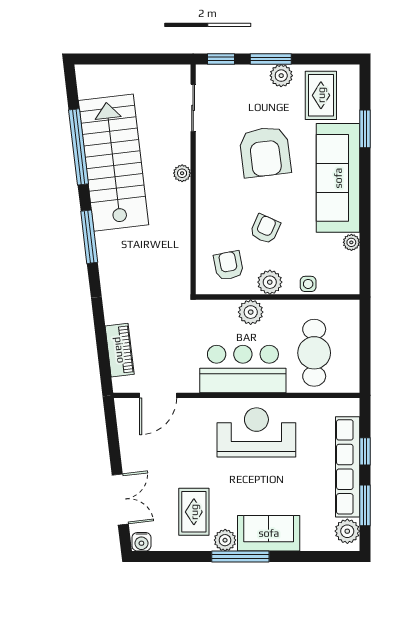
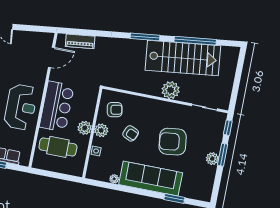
rug: (321, 95) -> (197, 178), removed
plant: (182, 173) -> (171, 90), width x1.87, depth x1.87
plant: (251, 312) -> (85, 128), moved
door: (158, 395) -> (51, 57), swing flipped

